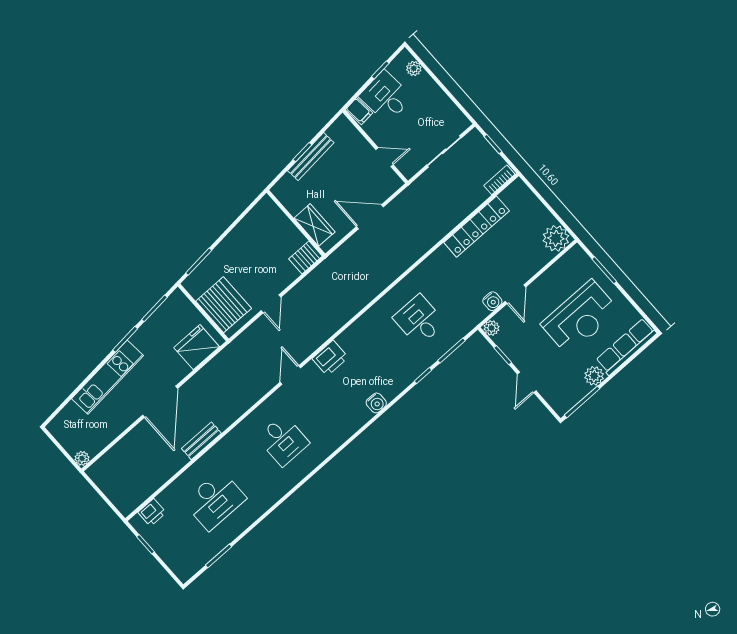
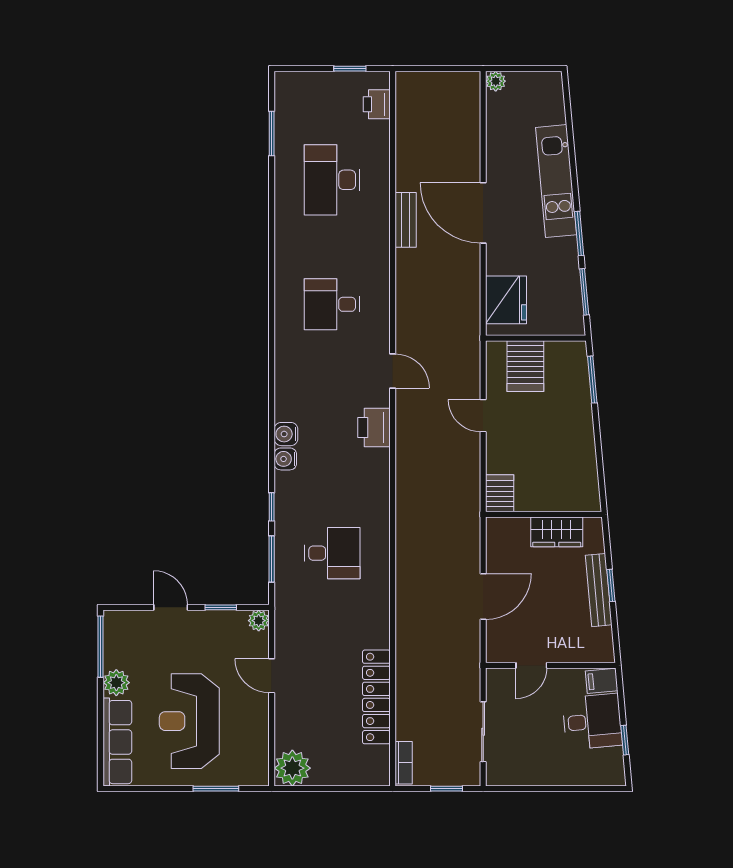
plant: (414, 68) -> (596, 776), removed
wardrobe: (314, 225) -> (557, 532), moved
water cooler: (492, 301) -> (285, 459), moved
server rack: (224, 305) -> (525, 366), width x0.62

